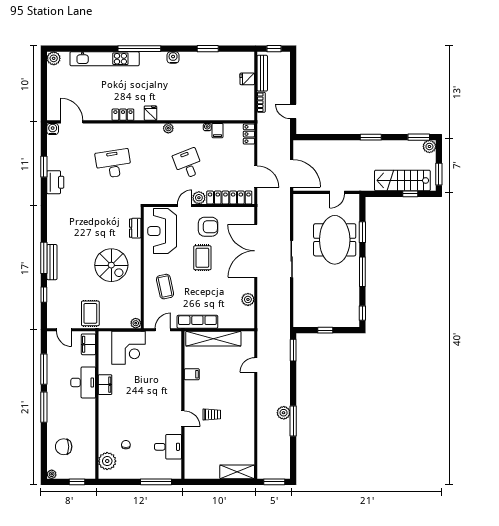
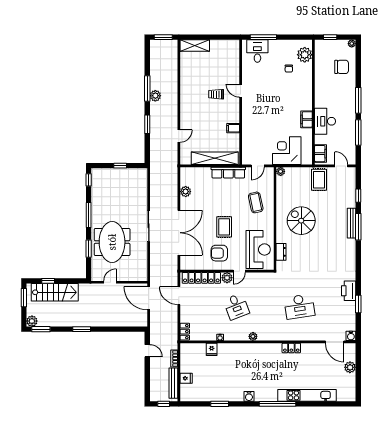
plant: (54, 58) -> (350, 367), moved
fridge: (150, 113) -> (212, 349), moved
filing cabinet: (217, 131) -> (211, 335), removed
window: (293, 350) -> (147, 124), moved
desk: (168, 447) -> (257, 51), moved, turned 90

